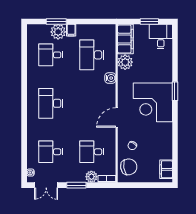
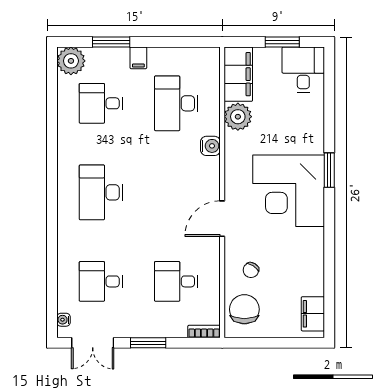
plant: (58, 32) -> (71, 61), moved
chair: (129, 167) -> (244, 309), turned -81
plant: (91, 177) -> (176, 327), removed

